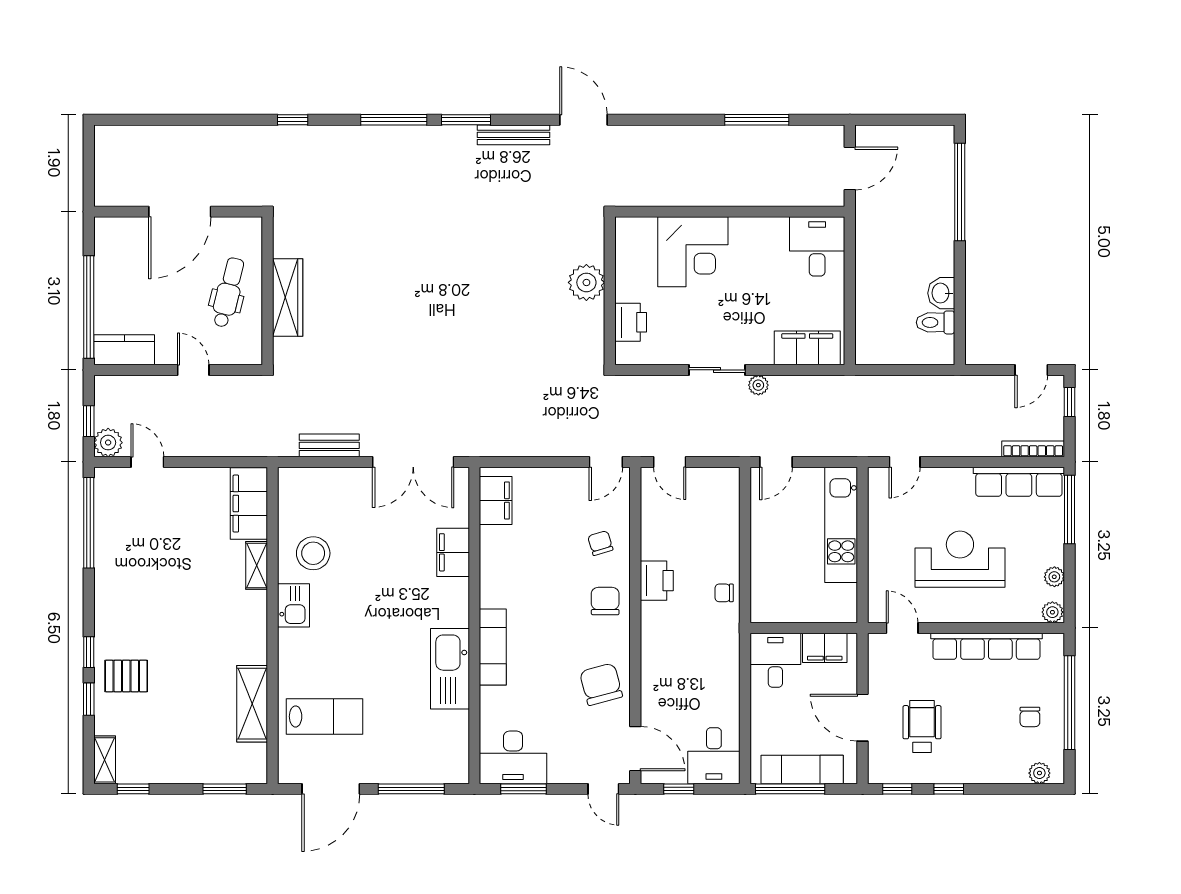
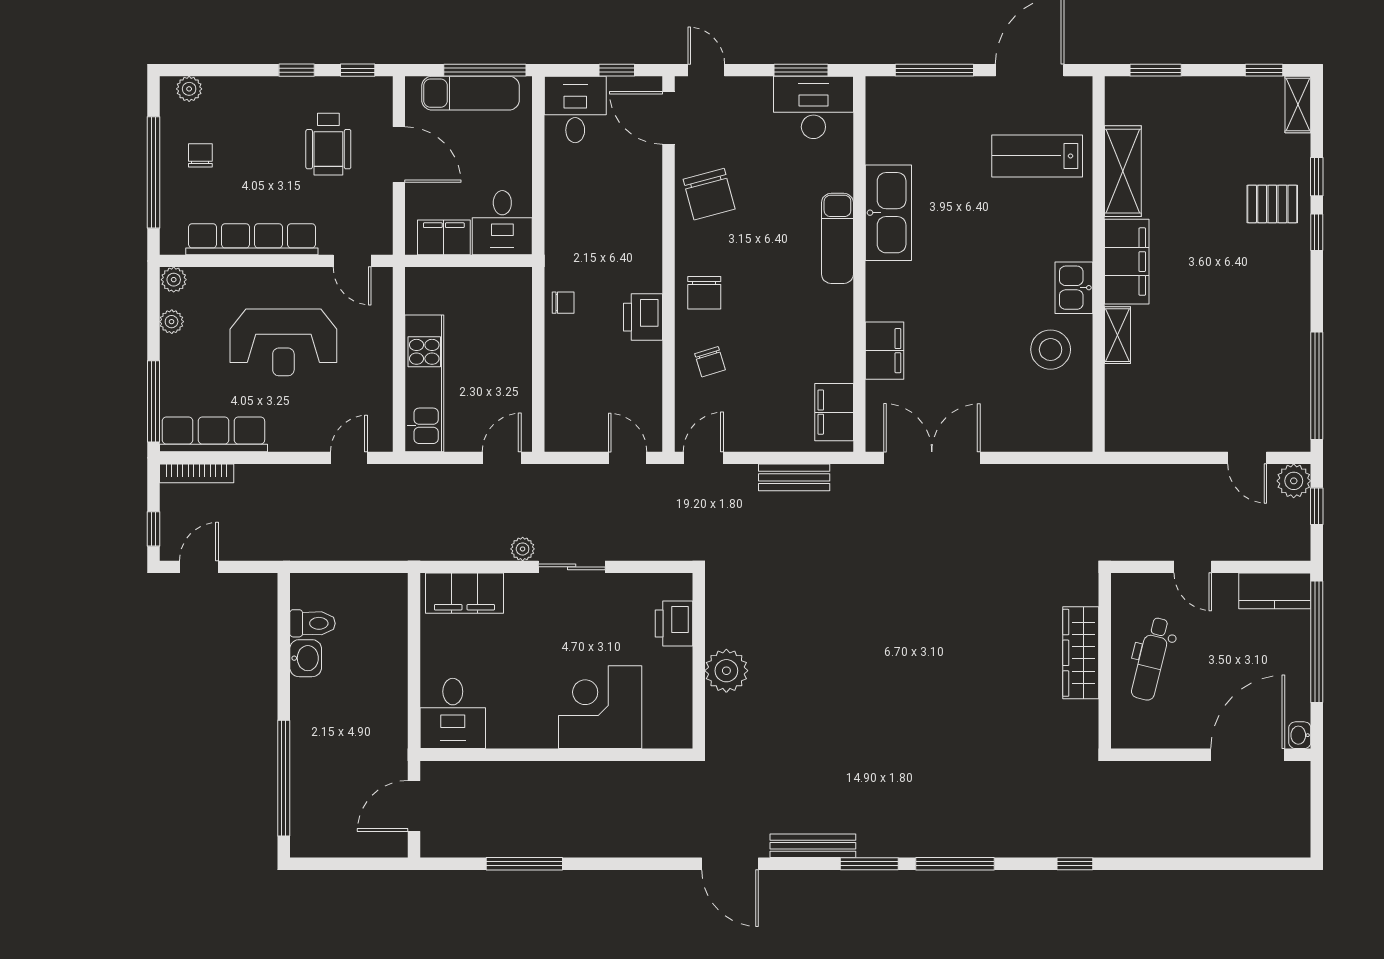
door: (180, 212) -> (1248, 755), moved
washbasin: (103, 228) -> (1300, 735), added
bench: (329, 445) -> (794, 477), moved
filing cabinet: (249, 504) -> (1127, 262), moved

